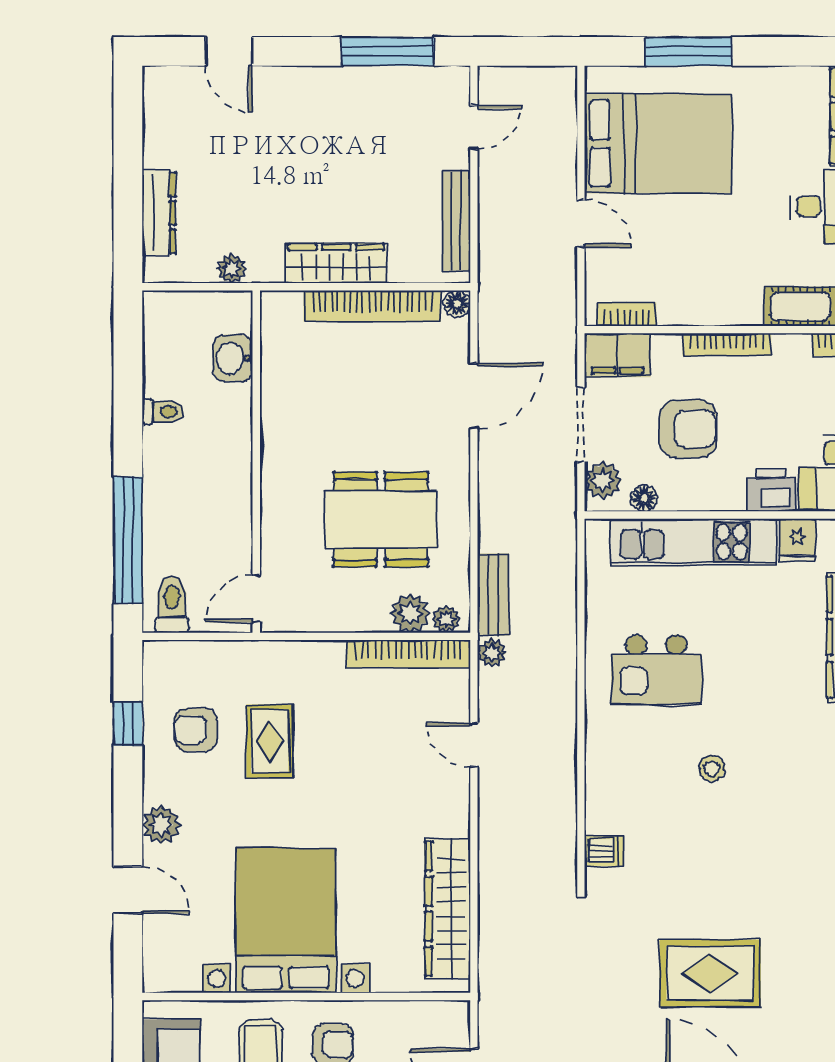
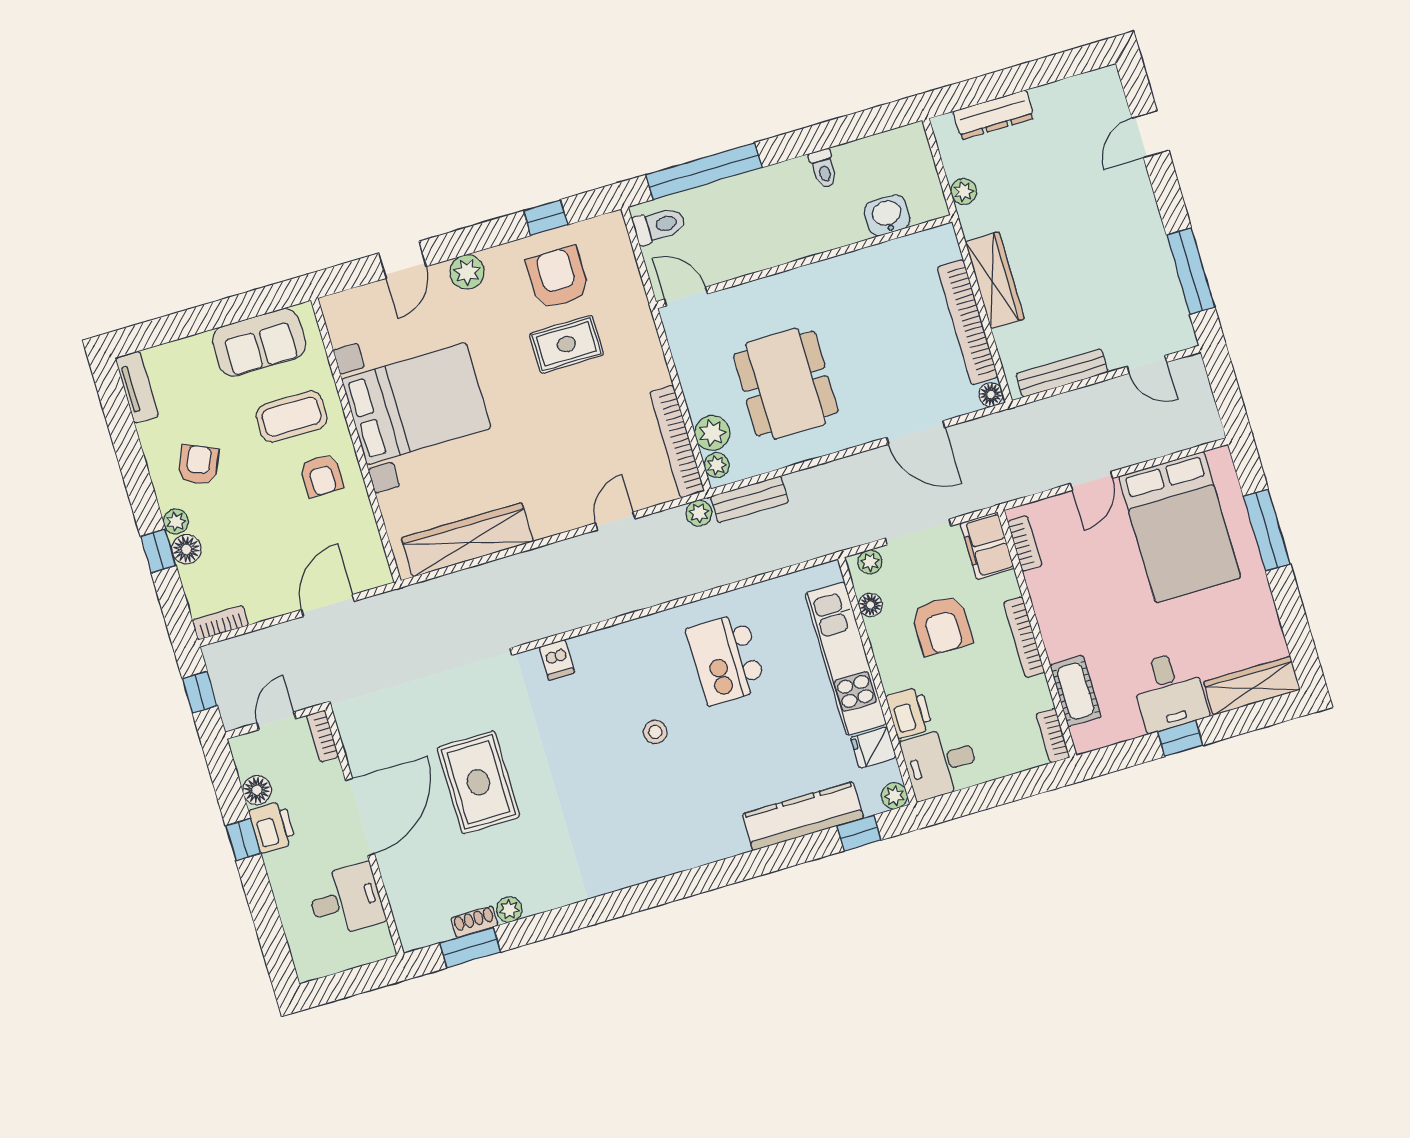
plant: (603, 481) -> (870, 562), width x0.73, depth x0.73
armchair: (196, 730) -> (558, 278), width x1.38, depth x1.38

